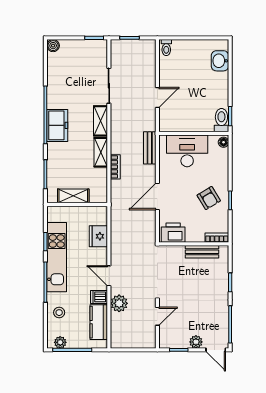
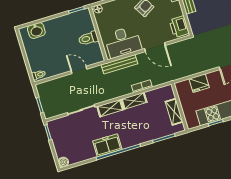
toilet: (221, 120) -> (88, 38), moved
freezer: (57, 125) -> (107, 145), moved
bench: (150, 148) -> (119, 64), width x1.36
desk: (187, 151) -> (123, 42), moved, turned -90

